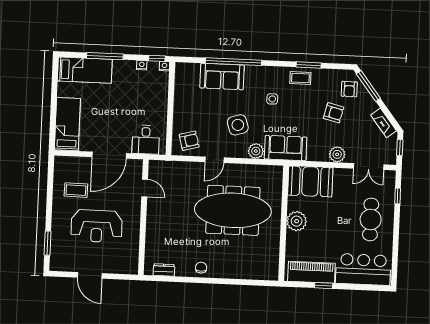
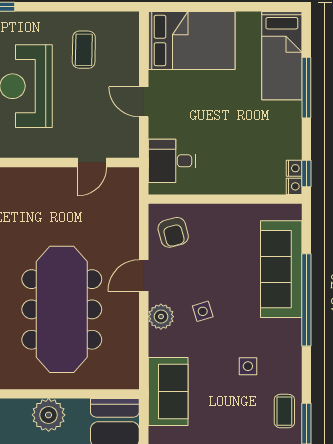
nightstand: (142, 65) -> (294, 168), moved
sofa: (222, 77) -> (281, 269), width x1.36
bed: (67, 124) -> (192, 40), width x1.50
side table: (238, 125) -> (203, 311), width x0.54, depth x0.54
plant: (256, 151) -> (161, 317), moved
door: (109, 155) -> (144, 102), width x0.53
door: (214, 160) -> (144, 275), hinge flipped

